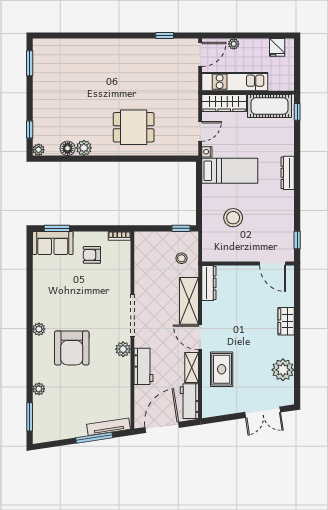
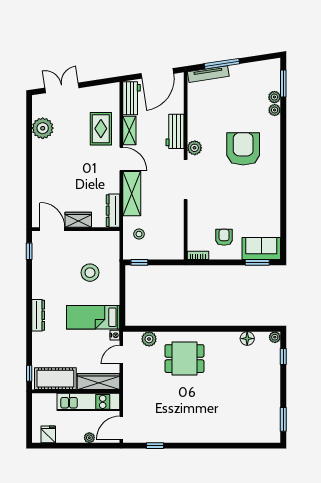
plant: (84, 148) -> (149, 339), moved
armchair: (92, 255) -> (224, 237), turned -90
wardrobe: (286, 321) -> (78, 220), moved, turned -90
plant: (39, 329) -> (274, 97), moved

